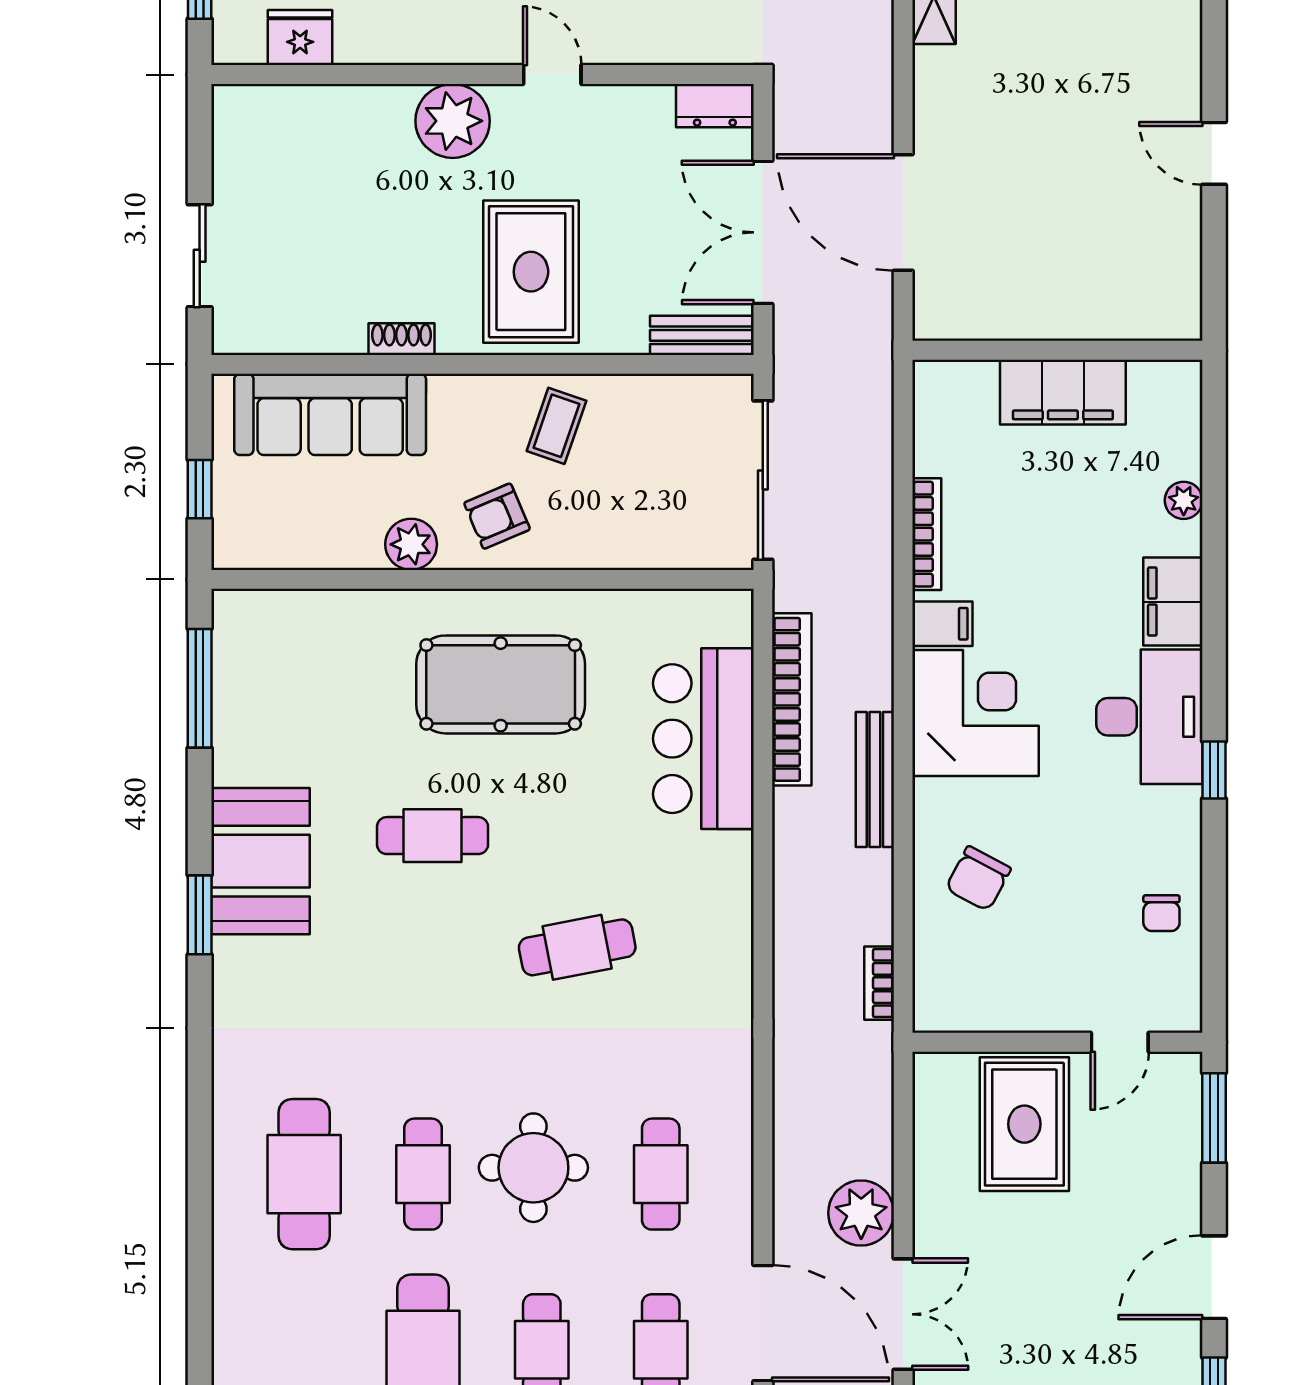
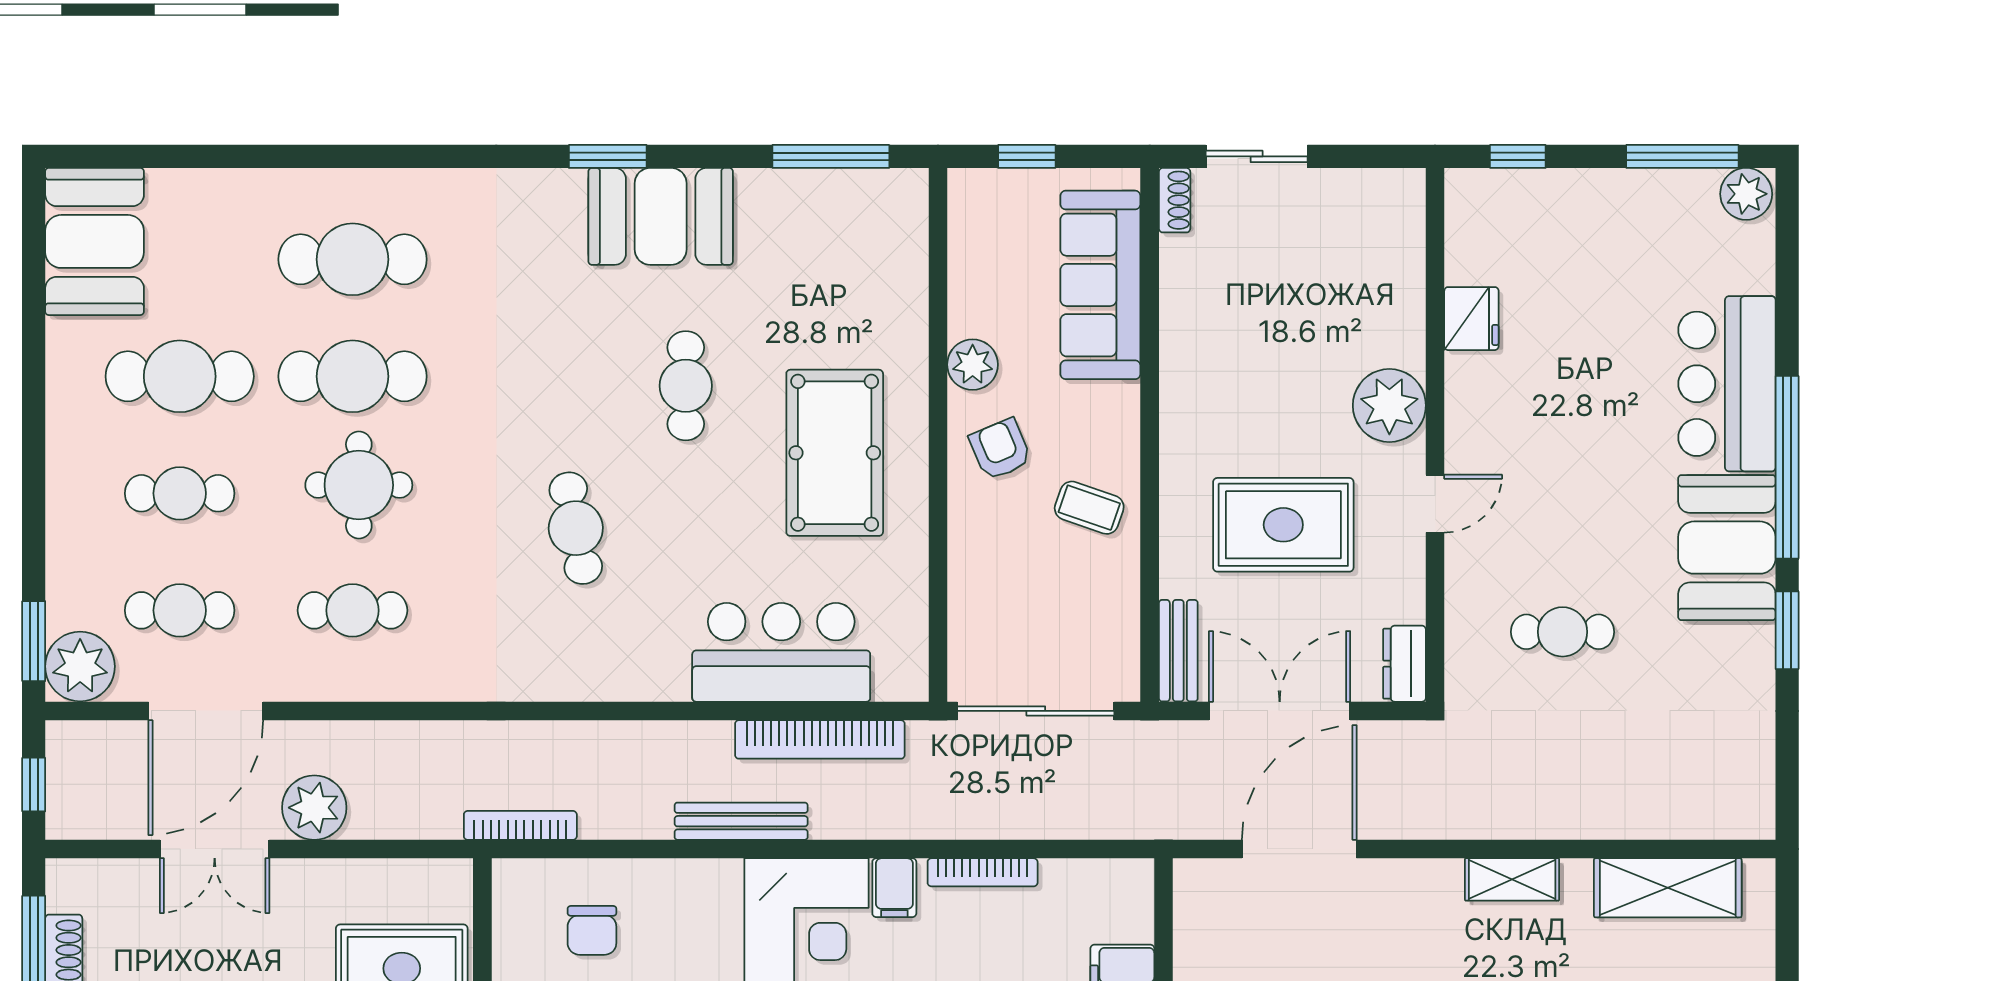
fridge: (300, 38) -> (1471, 319), moved
rug: (531, 272) -> (1283, 525), moved
shoe rack: (401, 339) -> (1175, 200), moved
chair: (978, 879) -> (592, 930), moved, turned -118
bookcase: (879, 983) -> (520, 825), width x1.56
cafe table: (423, 1174) -> (353, 376), width x1.37, depth x1.35

